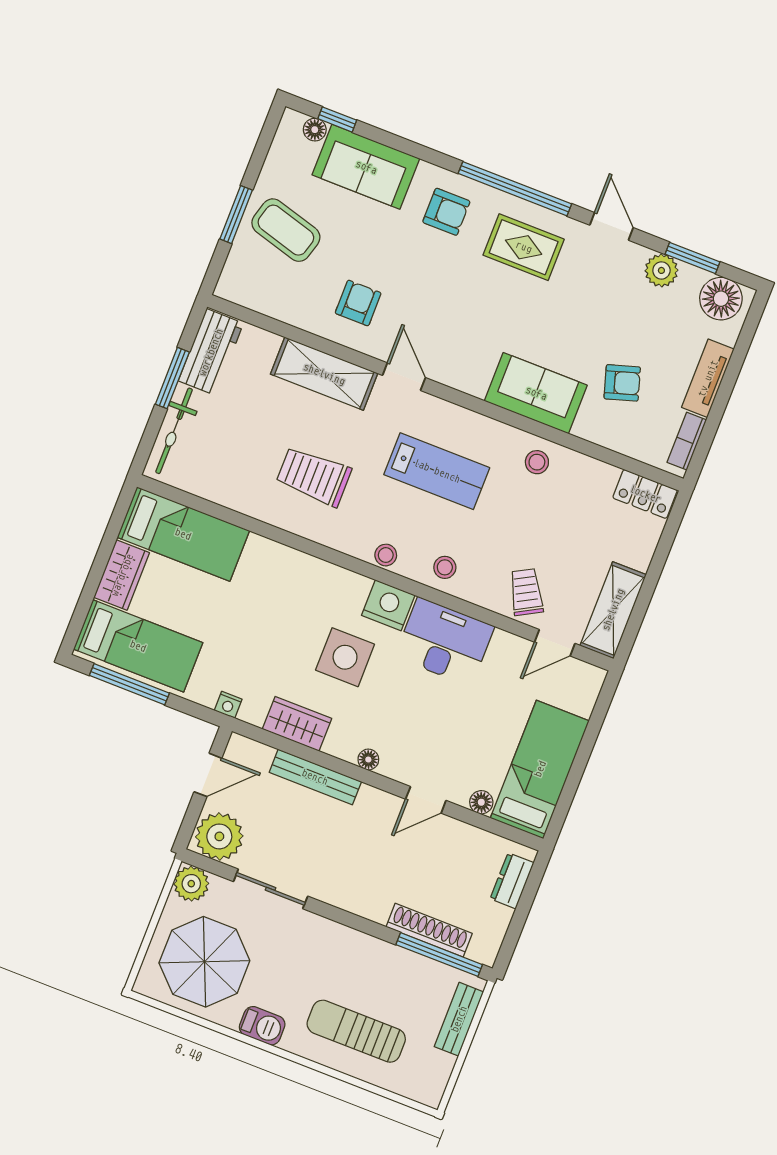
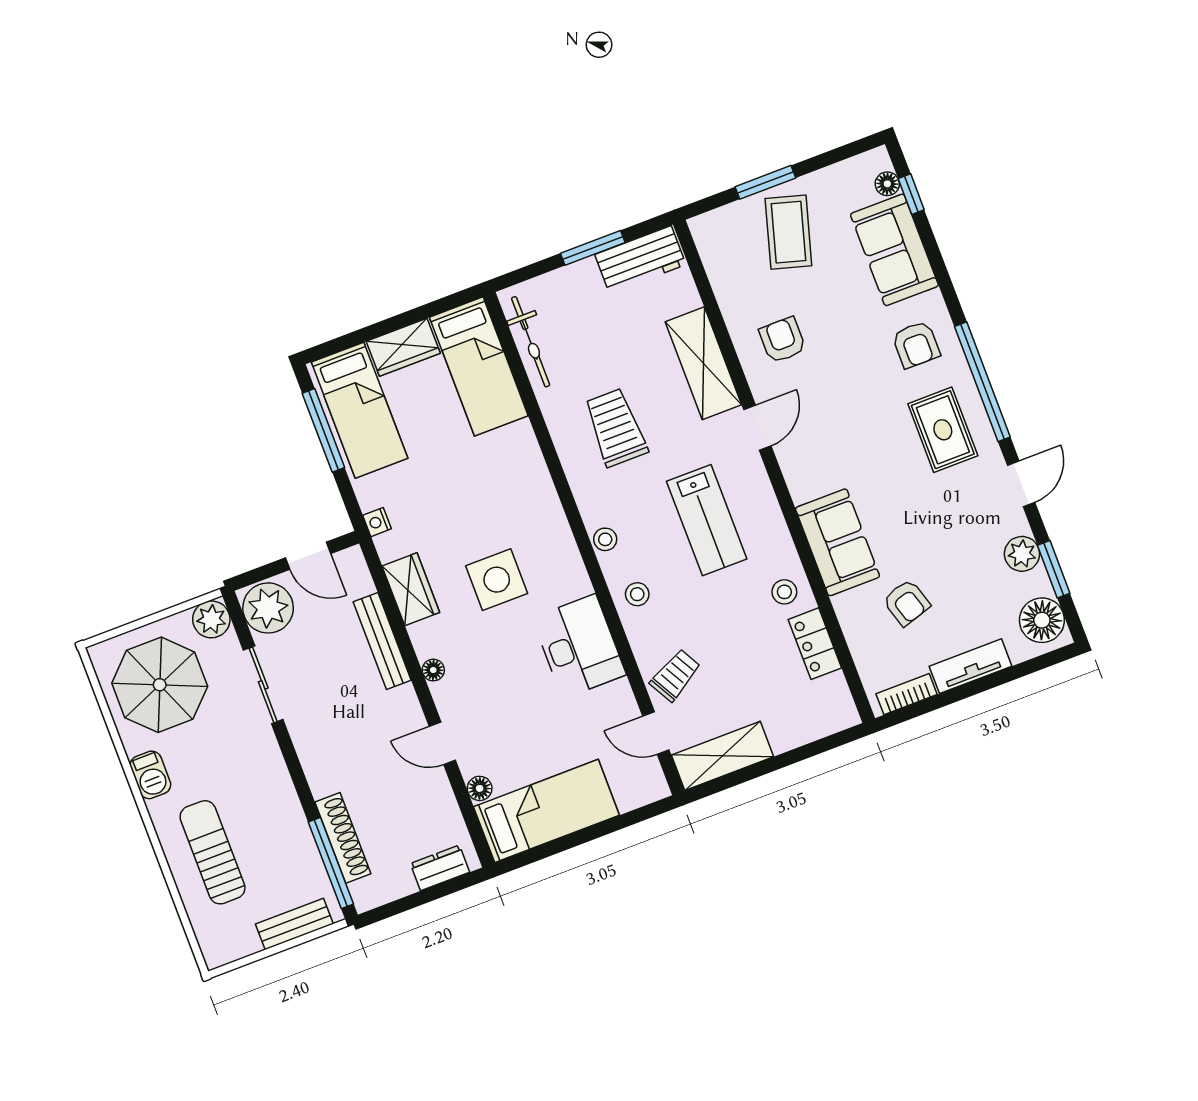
armchair: (358, 303) -> (782, 340), turned -90
bicycle: (174, 431) -> (531, 342), moved, turned -90
locker: (645, 494) -> (815, 644), moved
nightstand: (388, 605) -> (568, 577), removed

